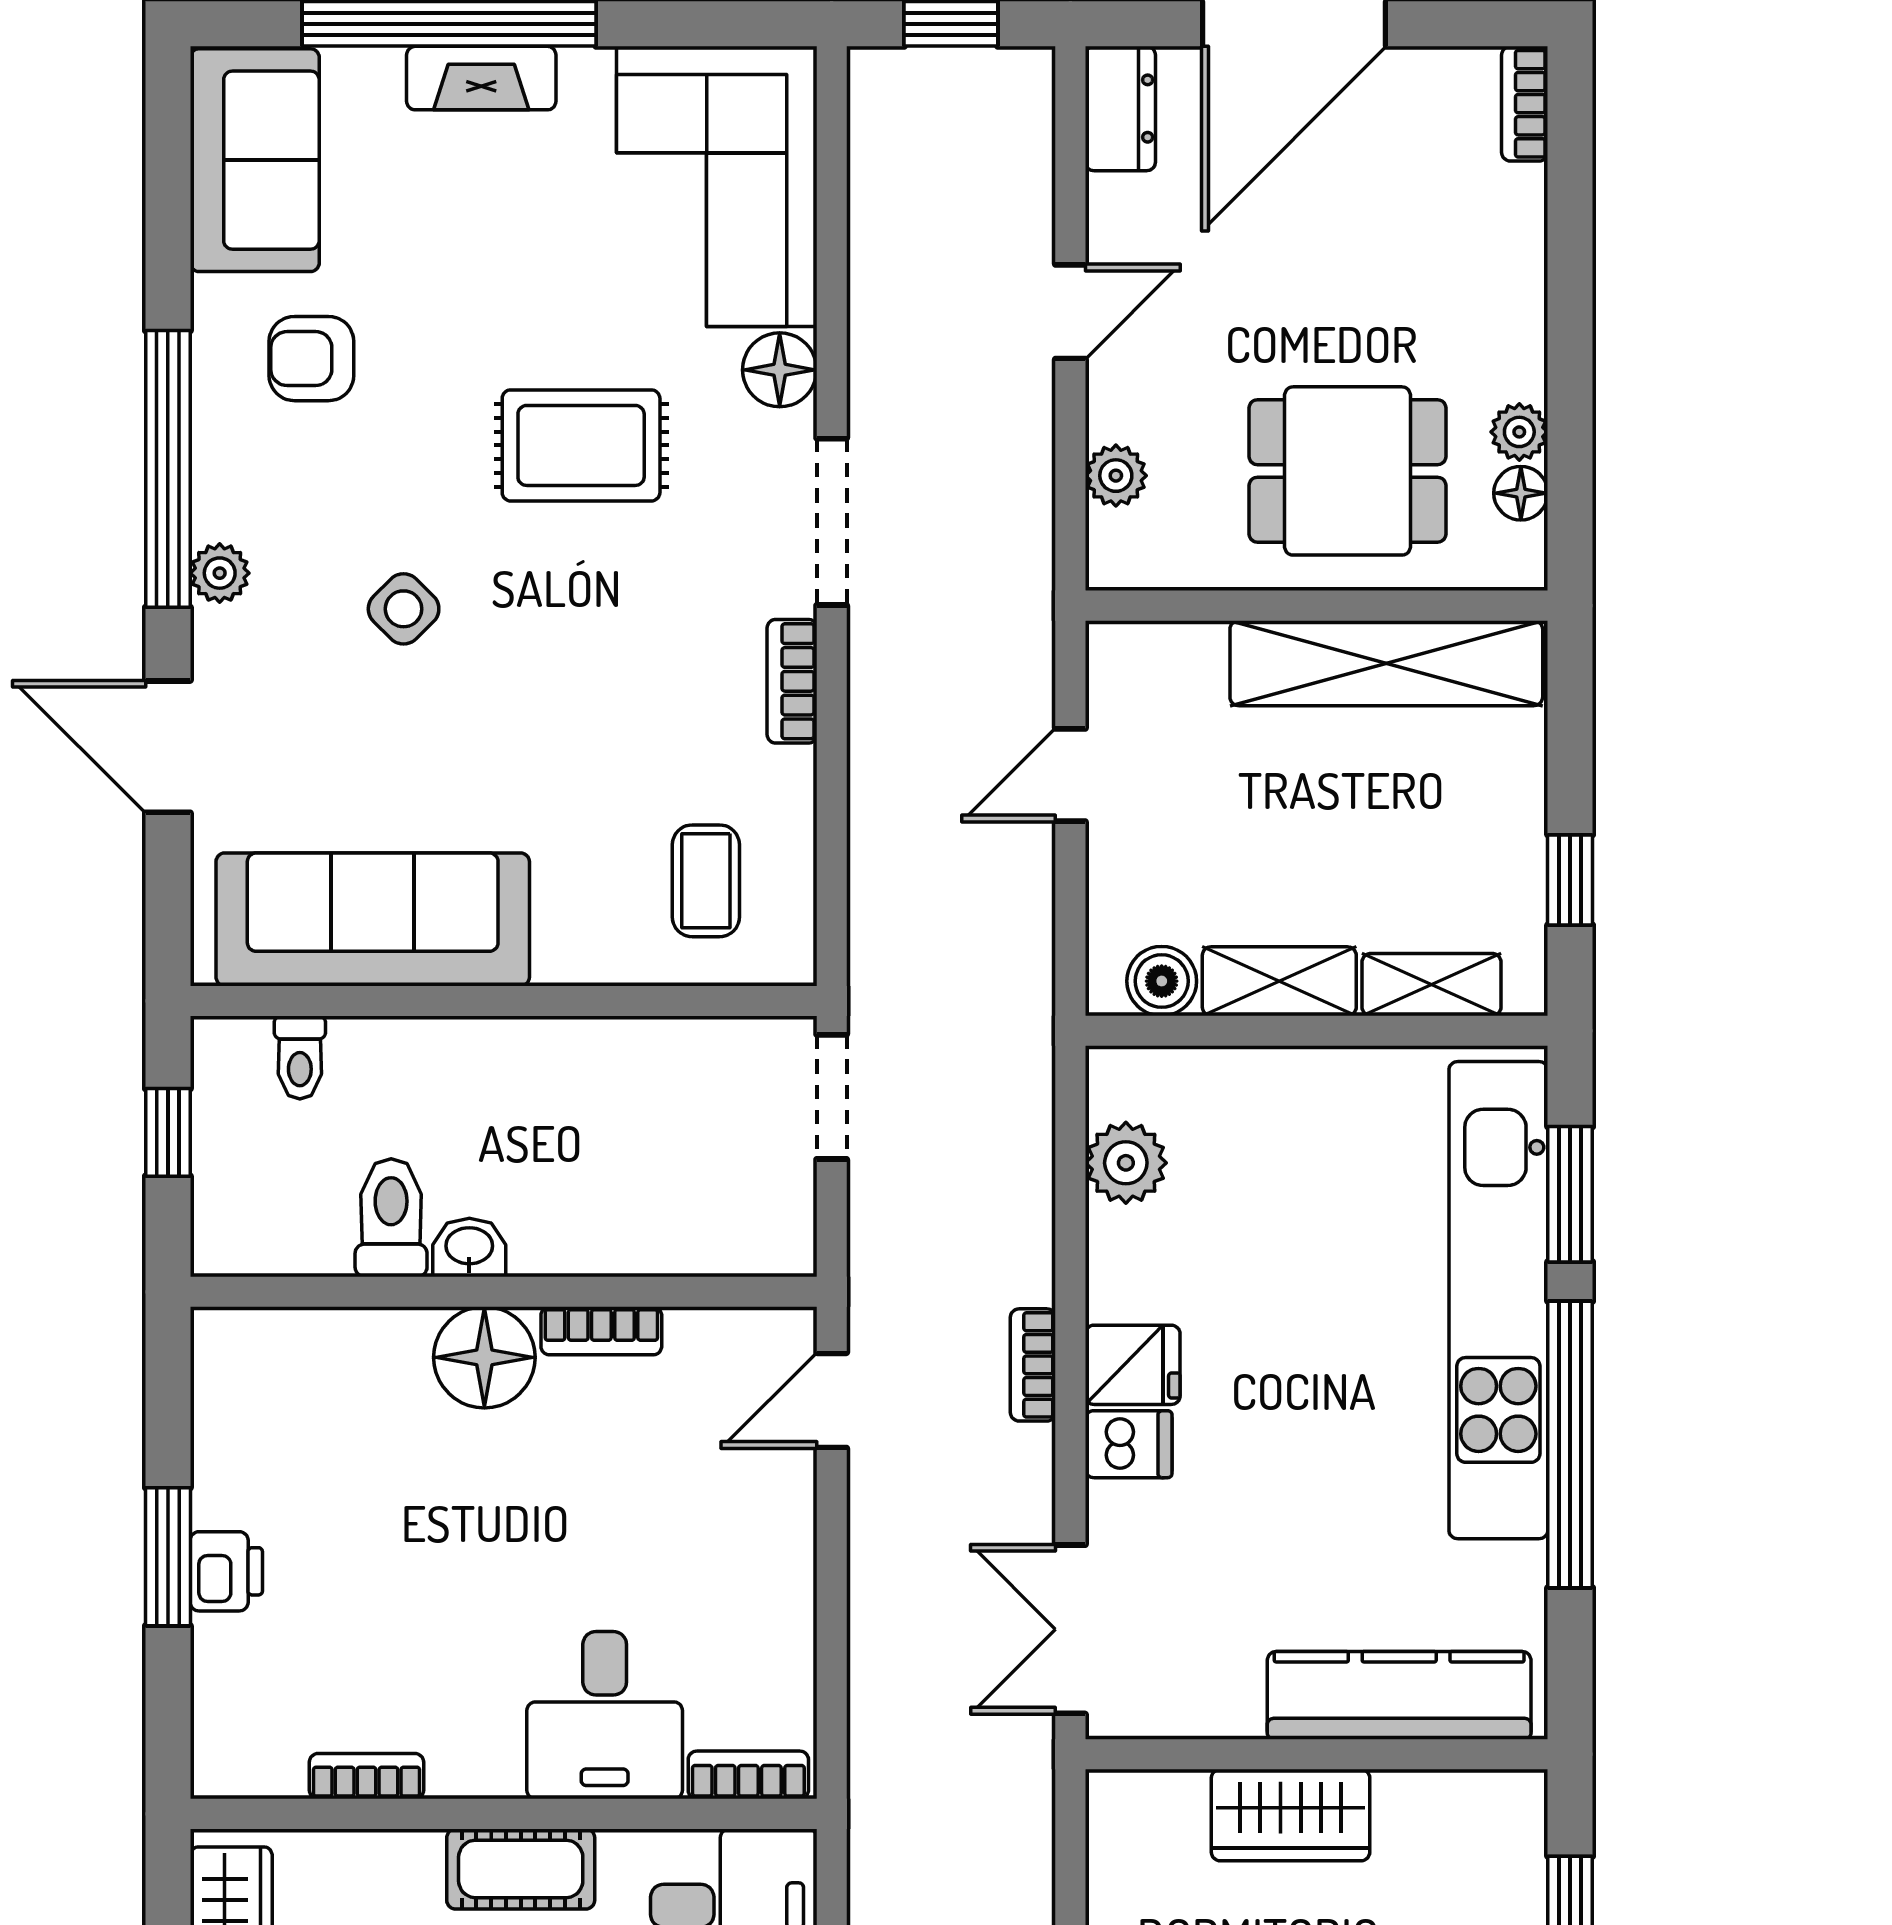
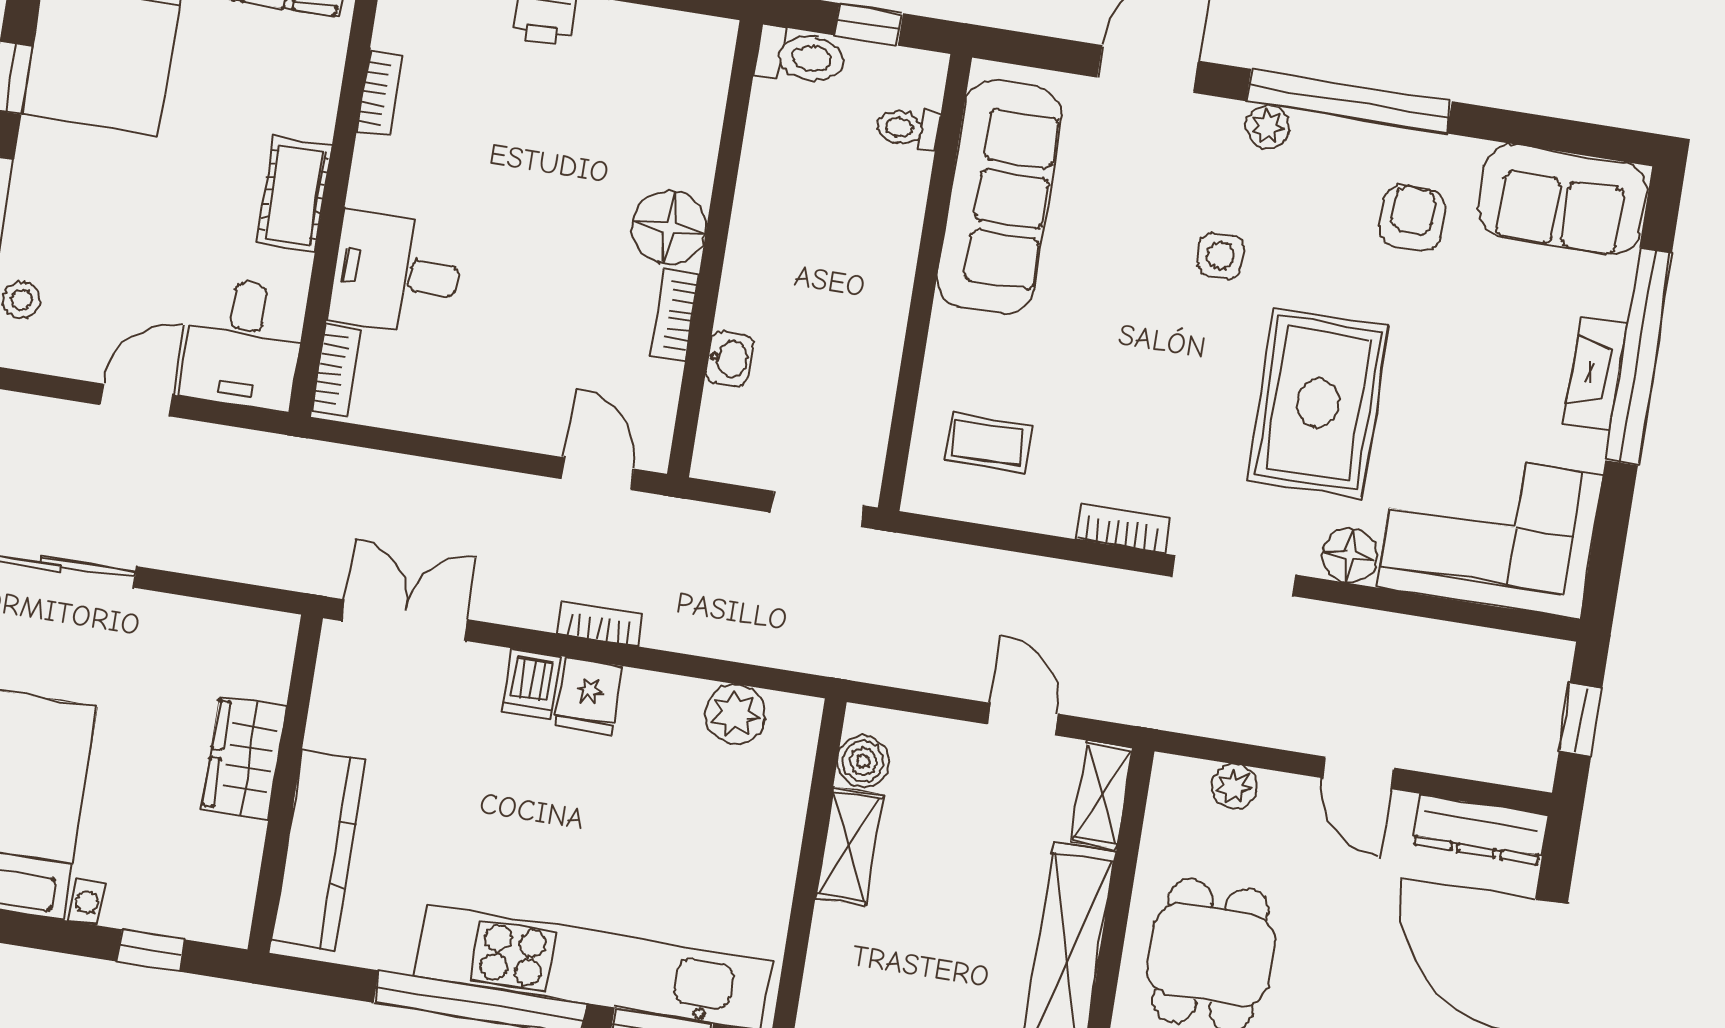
dresser: (1120, 109) -> (1480, 829), width x1.44
rug: (581, 445) -> (1318, 403), width x1.36, depth x1.43
side table: (404, 609) -> (1220, 256), turned 45
shelving: (1432, 985) -> (1102, 794), moved
toilet: (391, 1218) -> (800, 57), moved
washbasin: (469, 1248) -> (730, 359), moved

